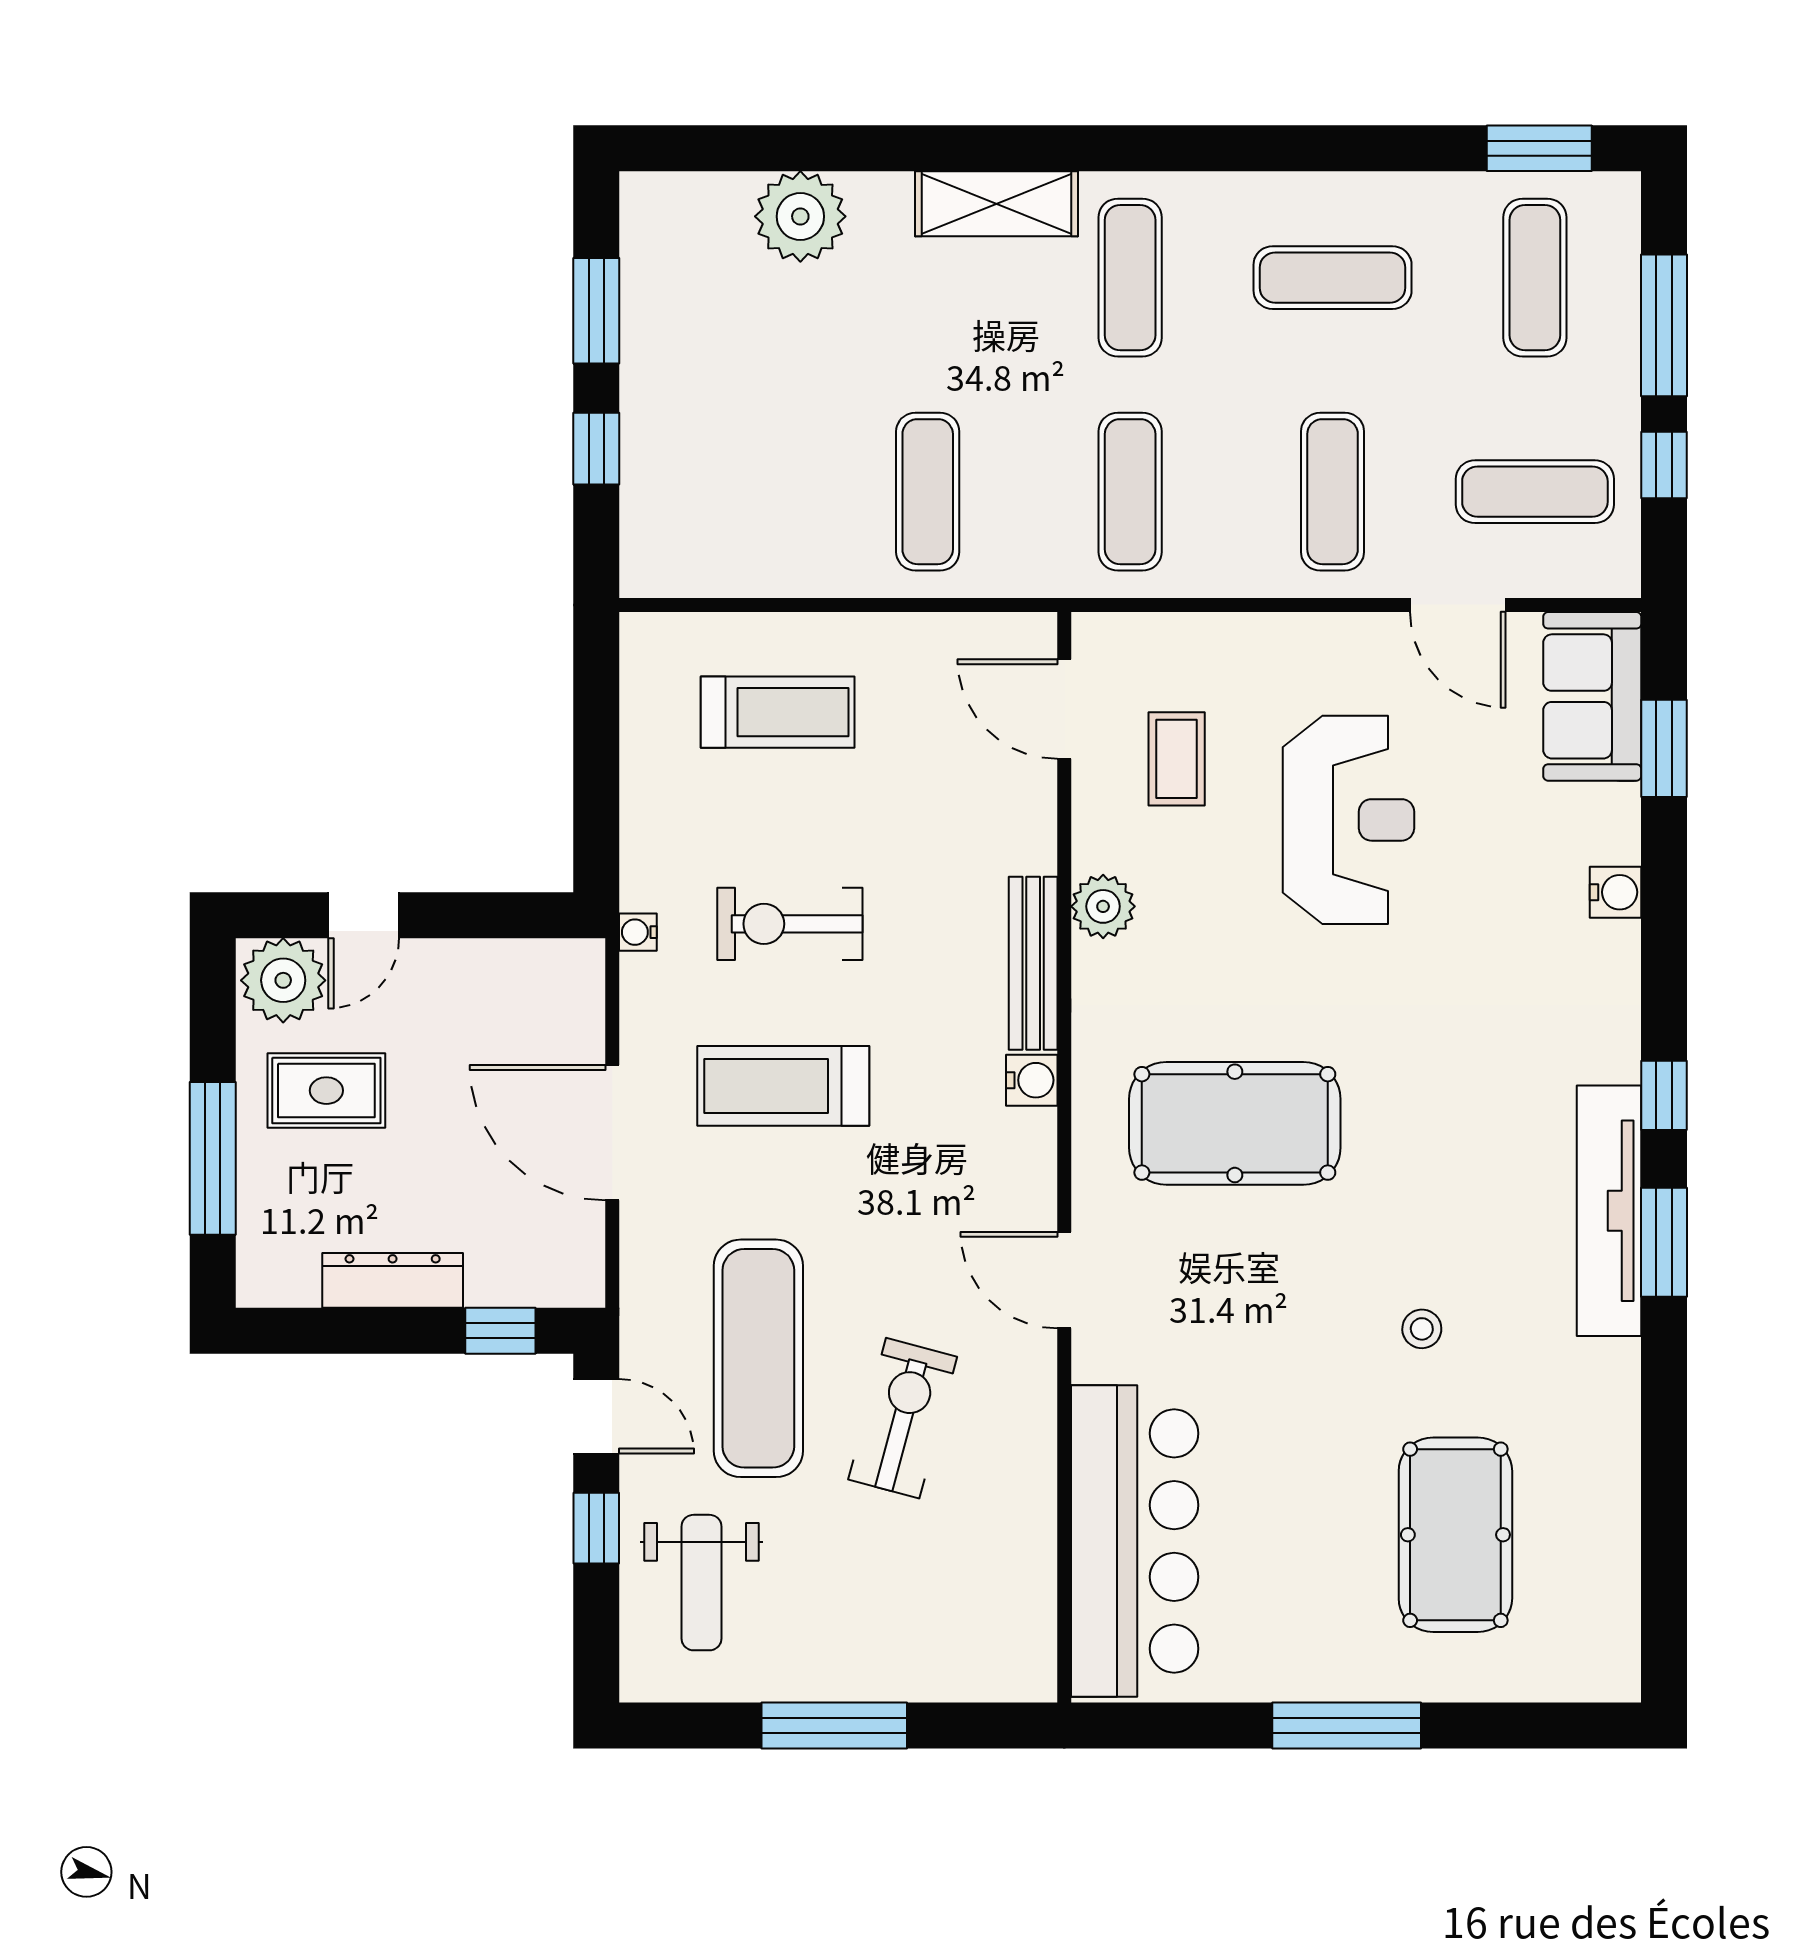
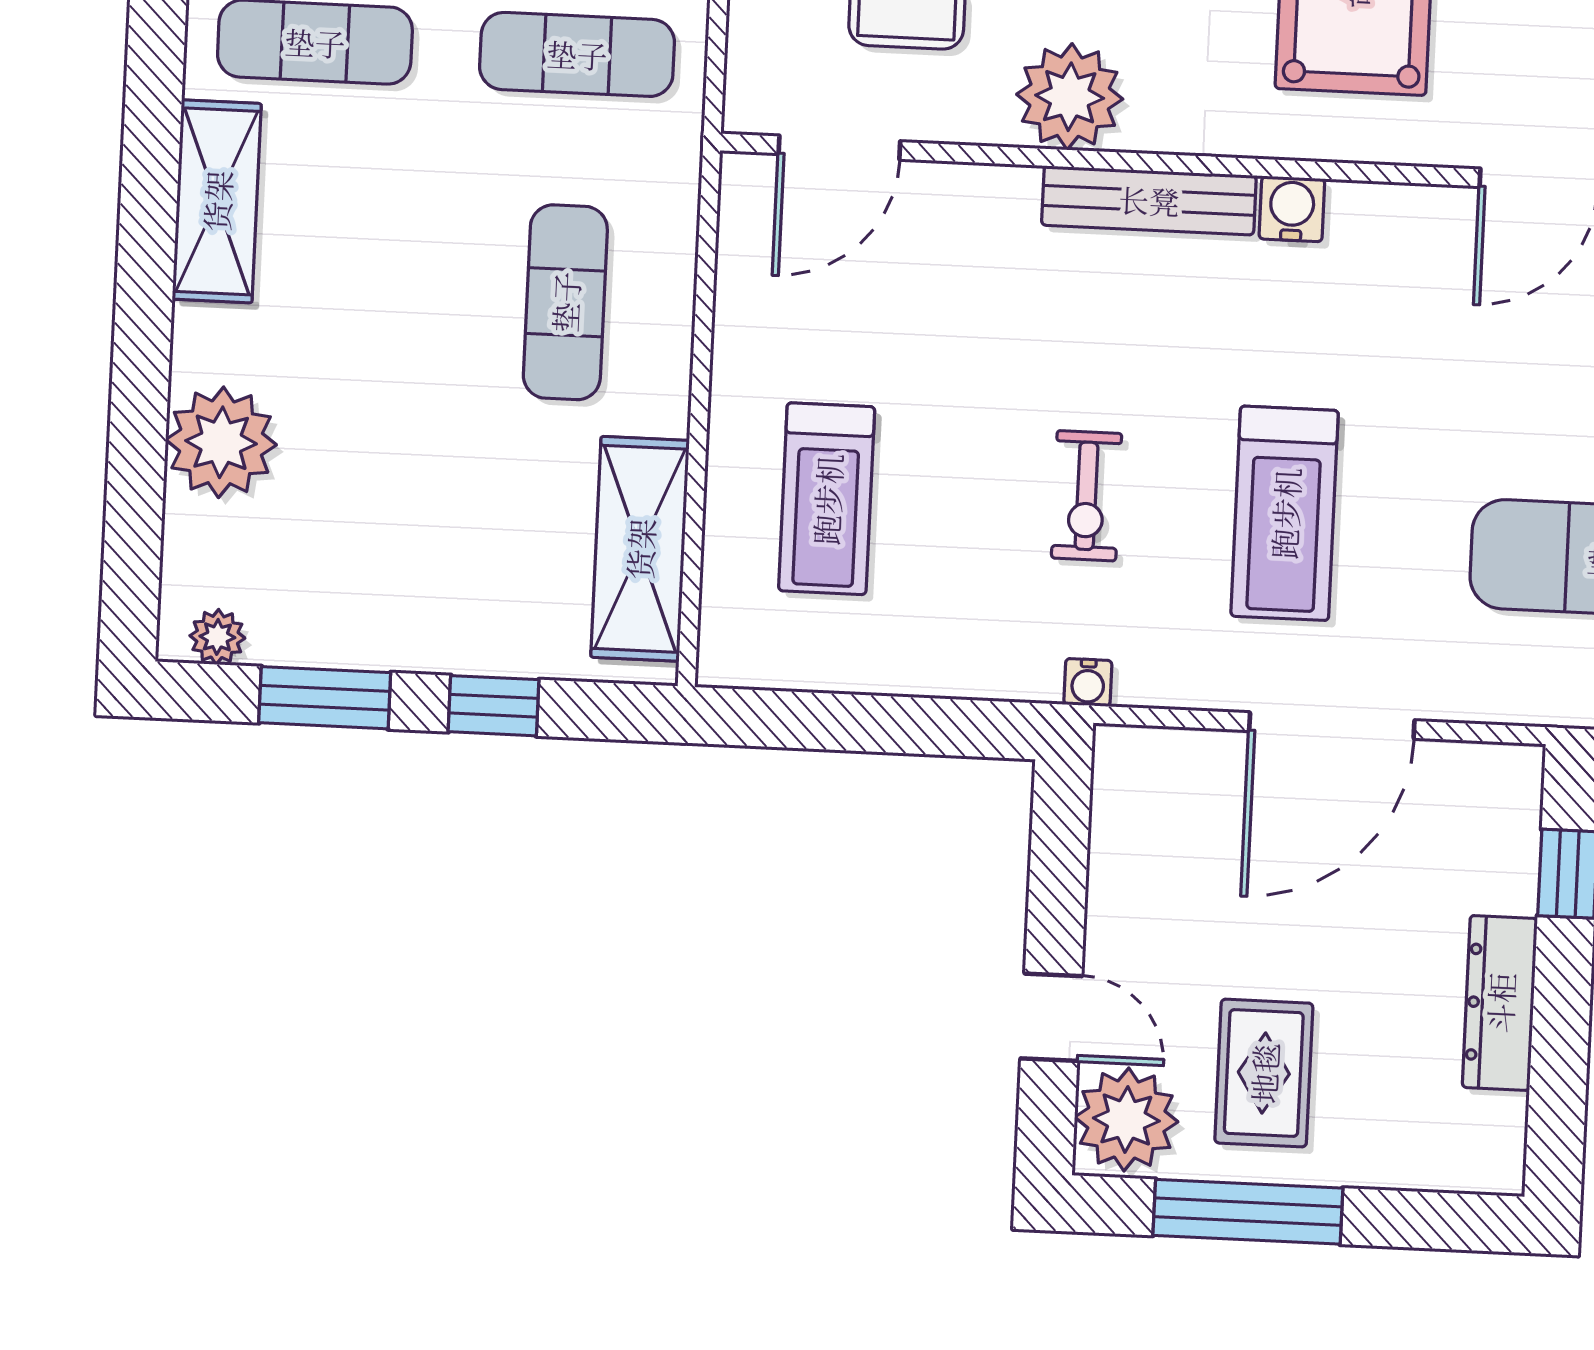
plant: (642, 221) -> (217, 637), added
exercise mat: (928, 492) -> (565, 302), turned 90
shelving: (730, 562) -> (640, 549), added
treadmill: (778, 712) -> (827, 499), turned 180
plant: (1103, 906) -> (1070, 97), width x1.36, depth x1.36
exercise bike: (790, 924) -> (1087, 496), width x0.73, depth x0.72
window: (213, 1158) -> (1248, 1212), moved

